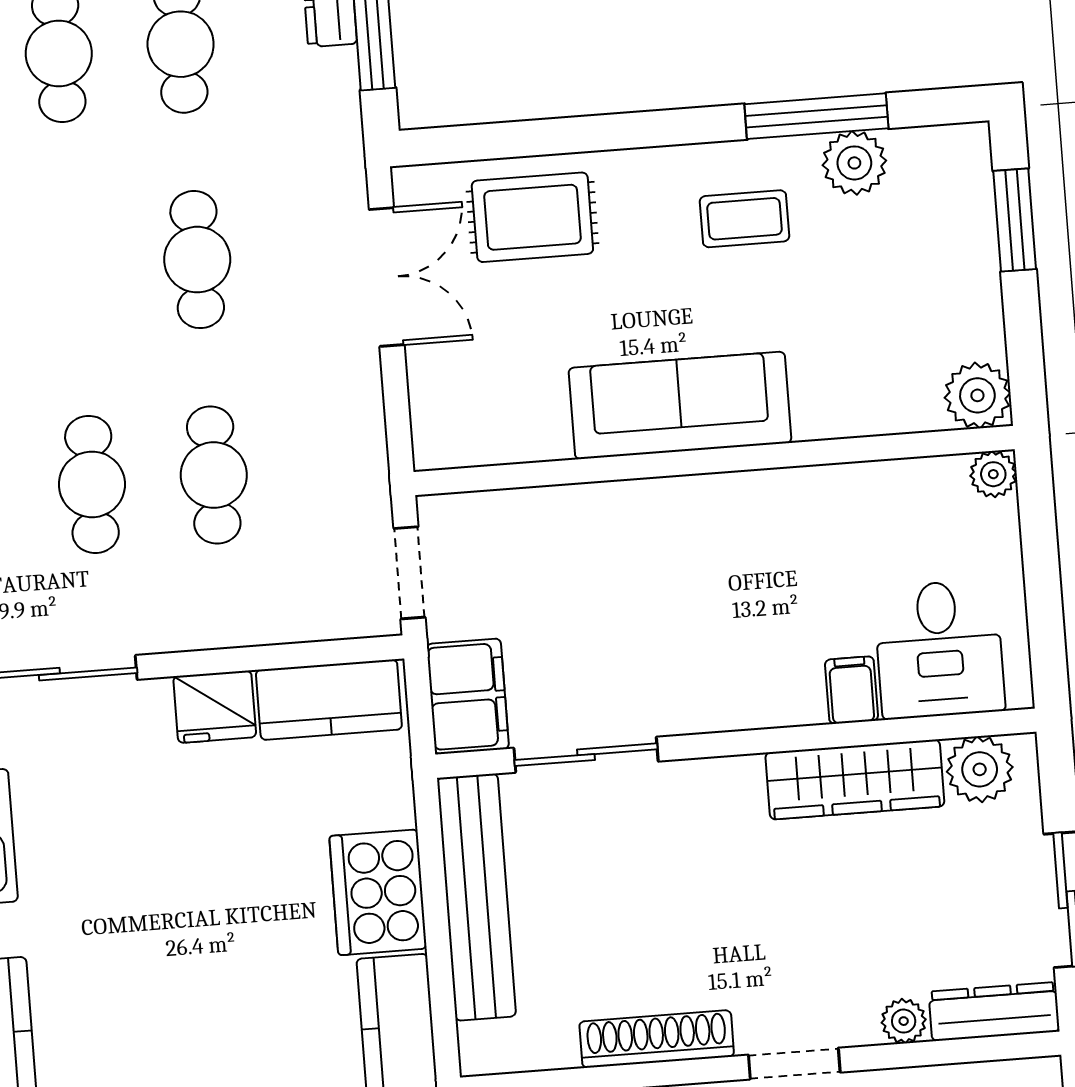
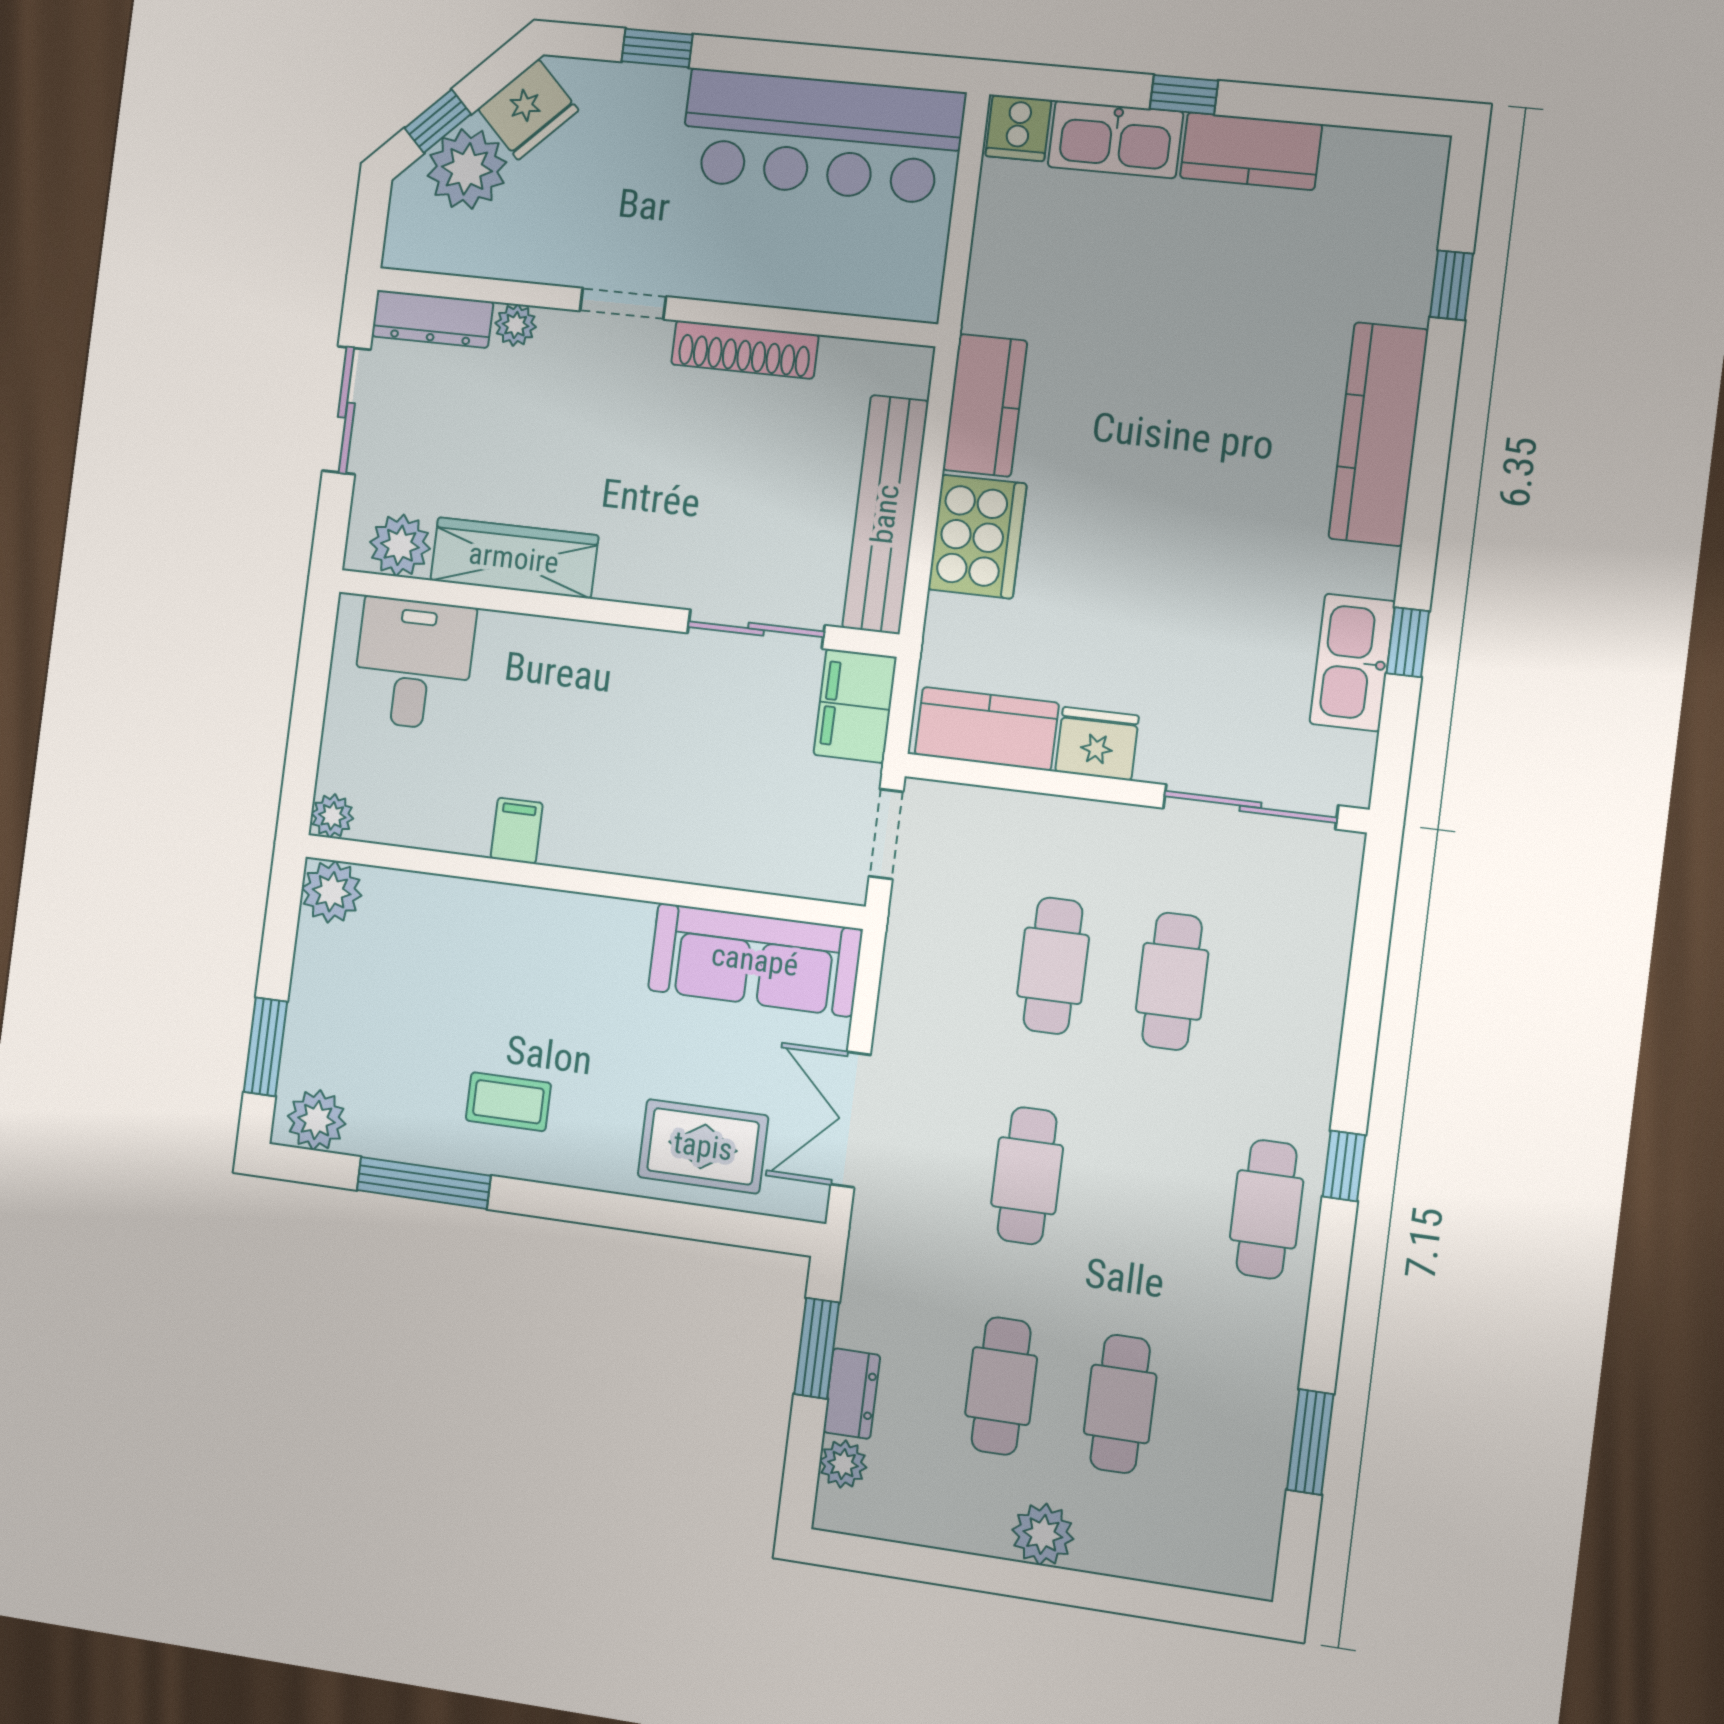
plant: (854, 163) -> (317, 1120), moved
sofa: (680, 405) -> (755, 960), moved
filing cabinet: (852, 690) -> (517, 831), moved, turned 180

